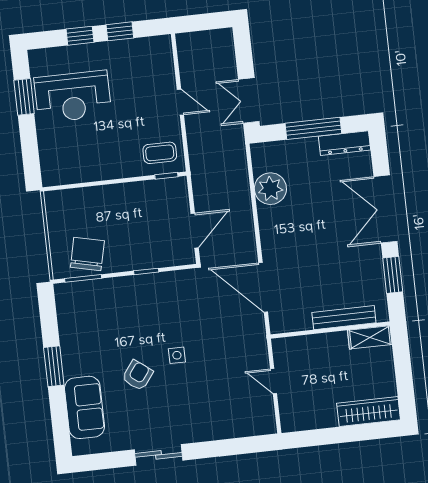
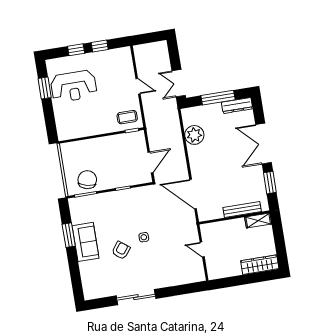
window: (54, 366) -> (69, 235), moved
sofa: (84, 407) -> (86, 242), moved
sliding door: (159, 455) -> (136, 297), width x1.37

